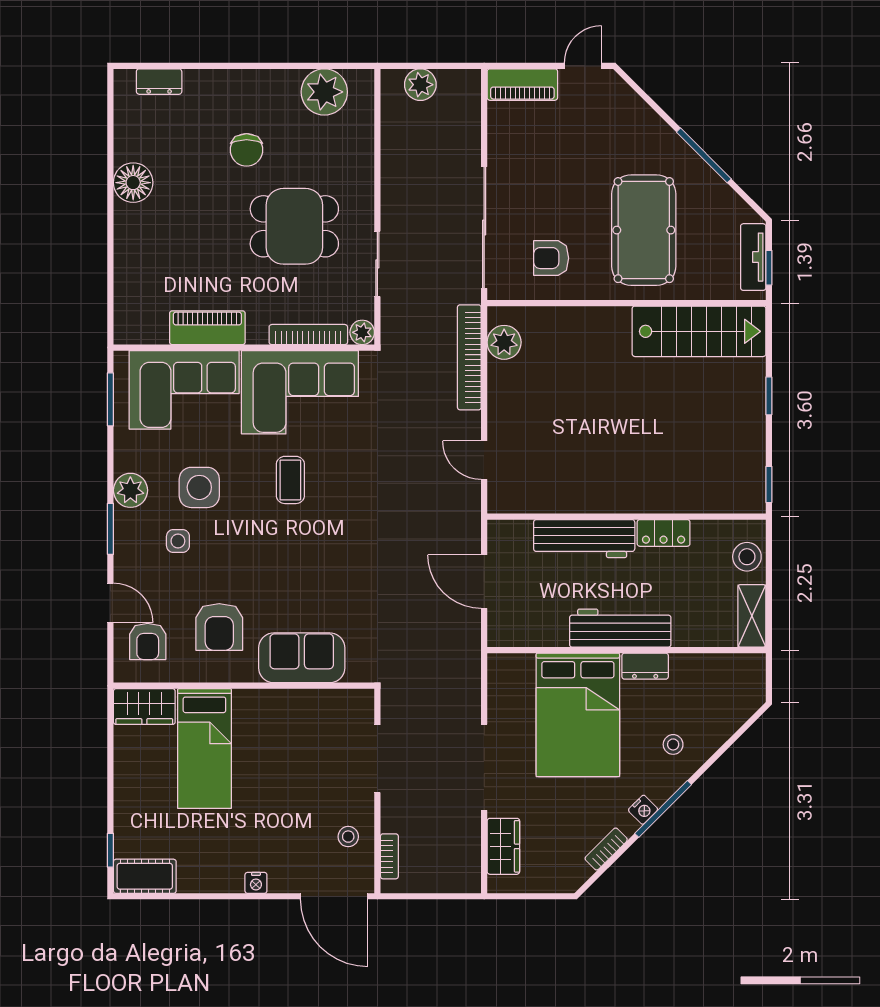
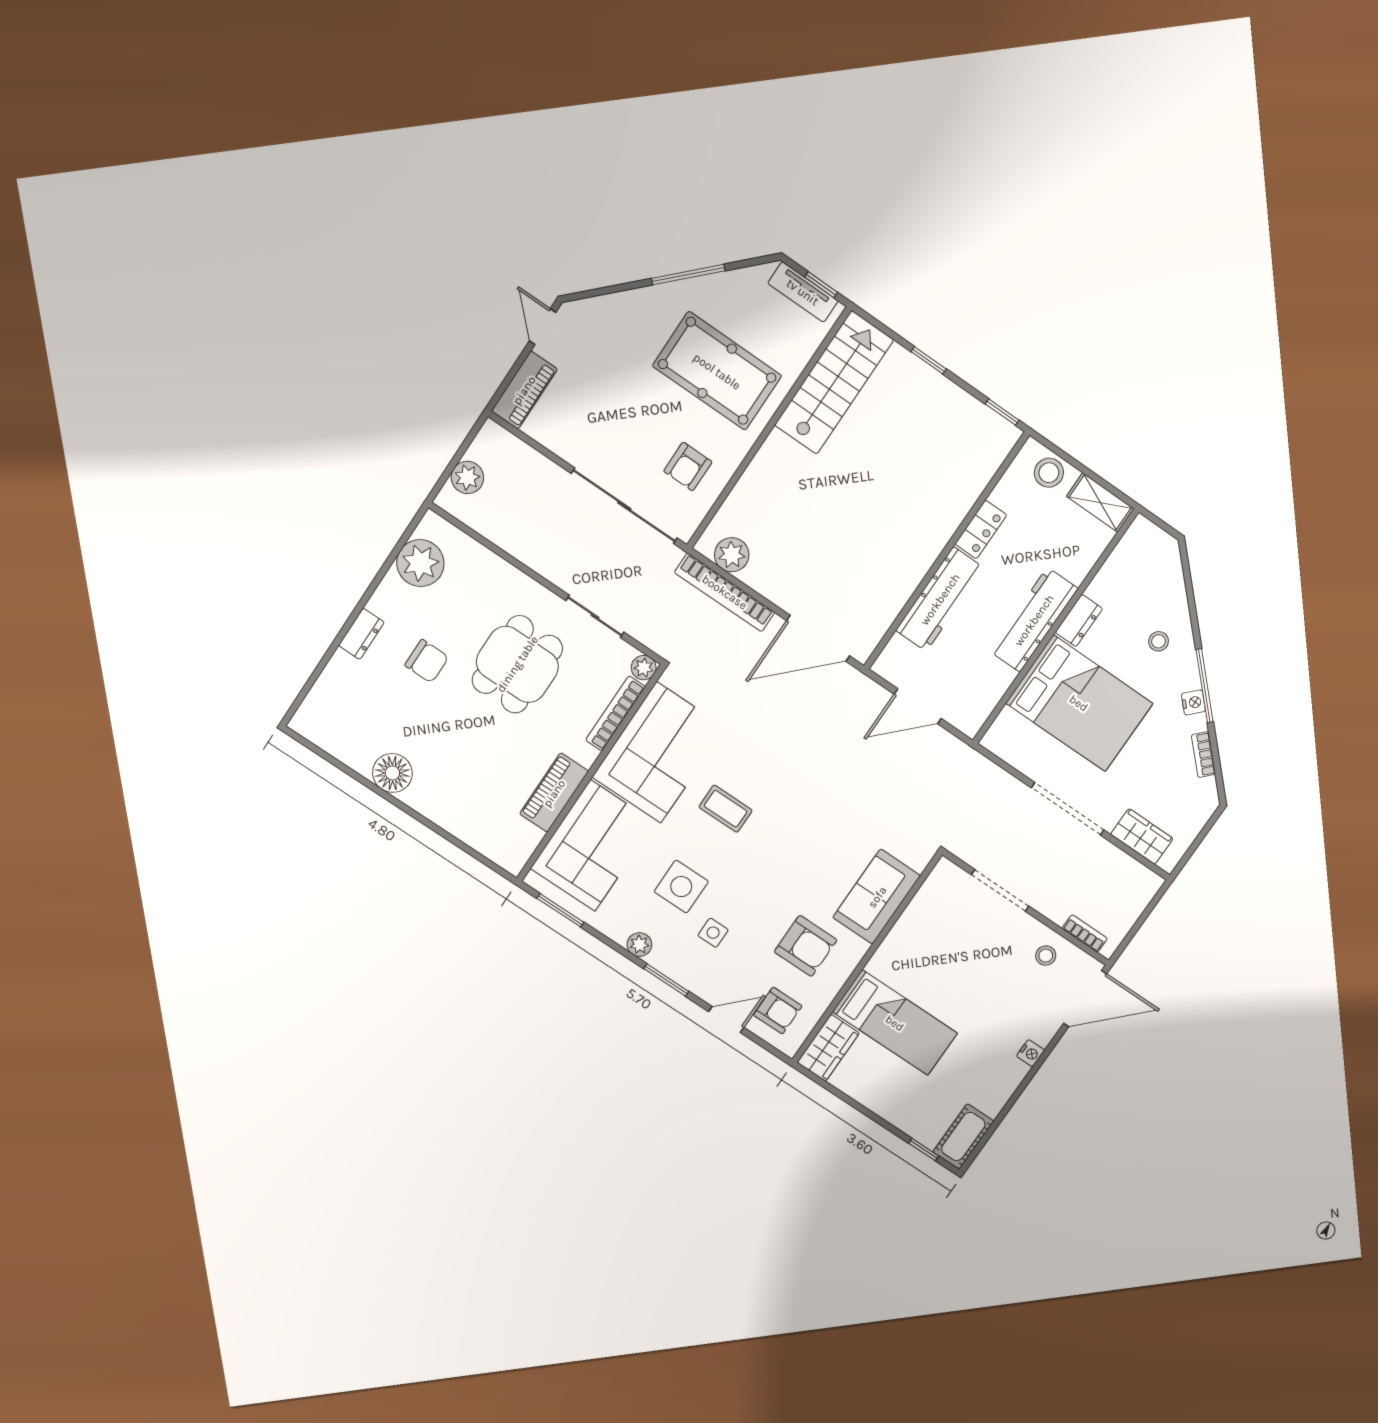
dresser: (159, 82) -> (361, 634), moved
door: (484, 460) -> (818, 638), width x1.88
plant: (130, 490) -> (639, 945), width x0.73, depth x0.73

